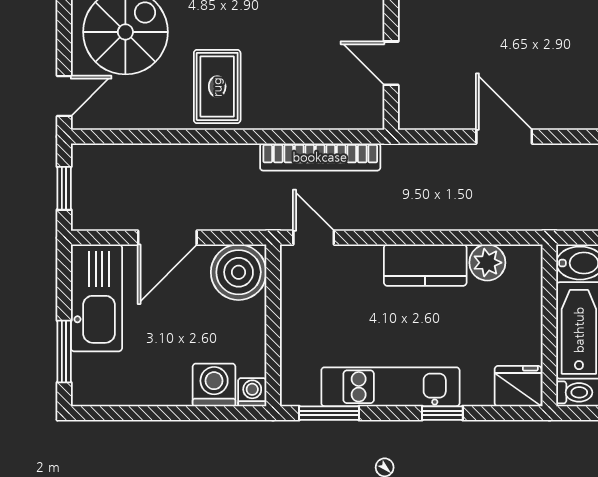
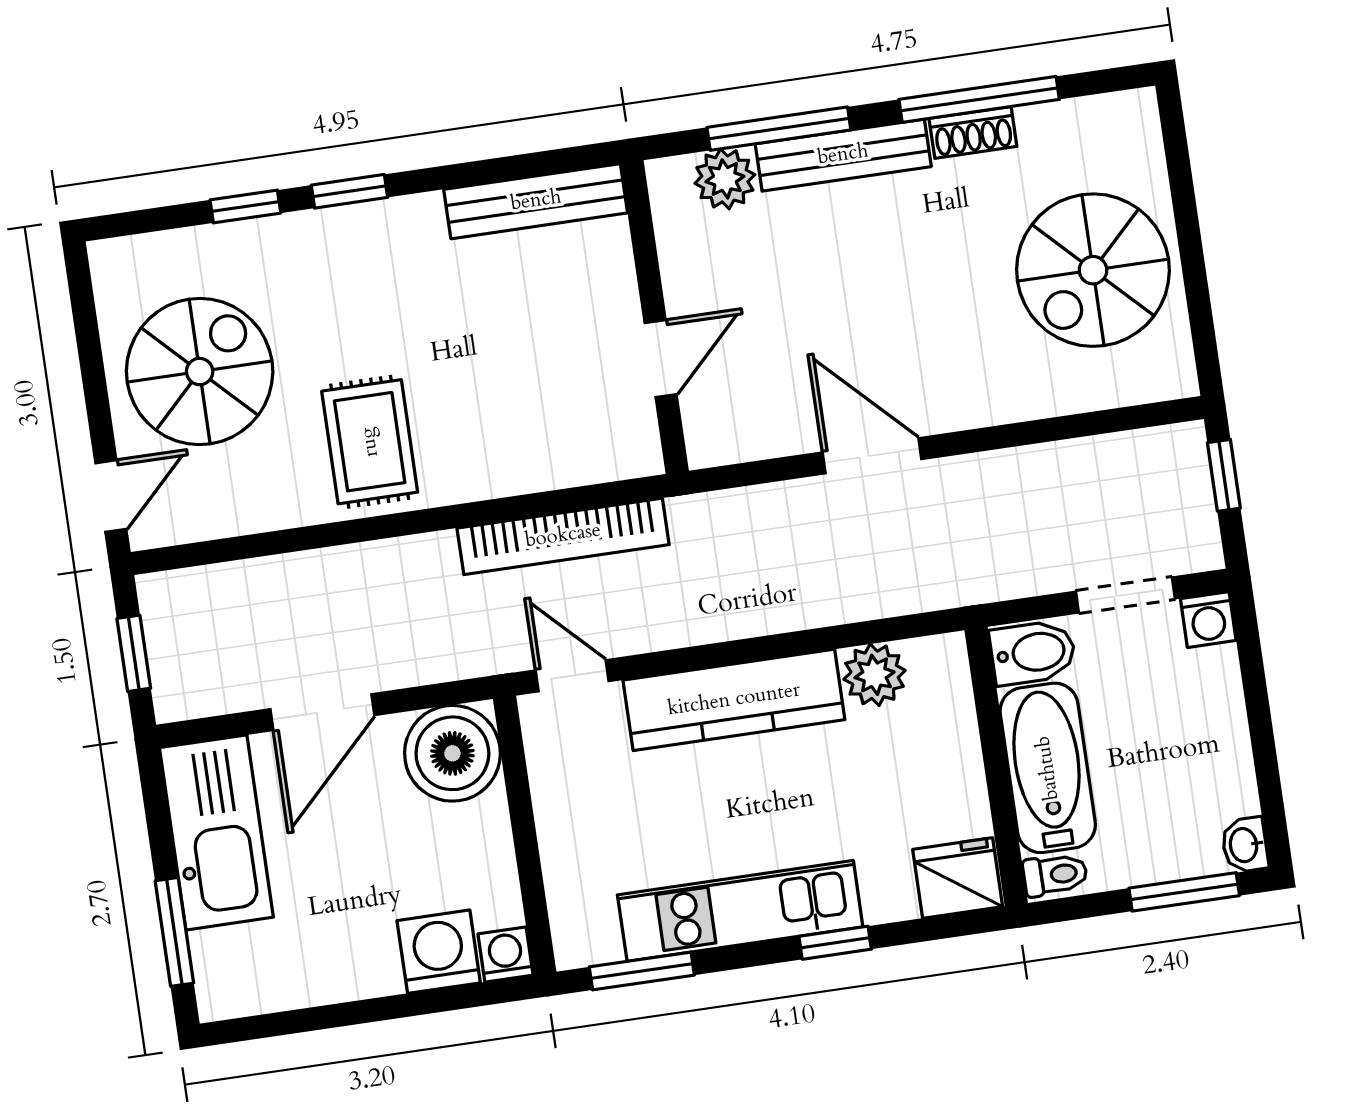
door: (391, 63) -> (661, 359), swing flipped
kitchen counter: (425, 265) -> (734, 700), width x1.50

